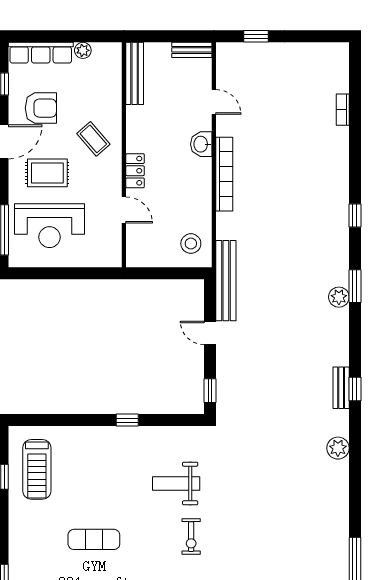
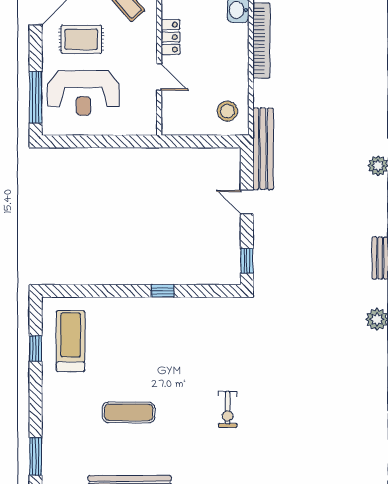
treadmill: (37, 469) -> (71, 341), turned 180
weight bench: (176, 483) -> (212, 355), removed

